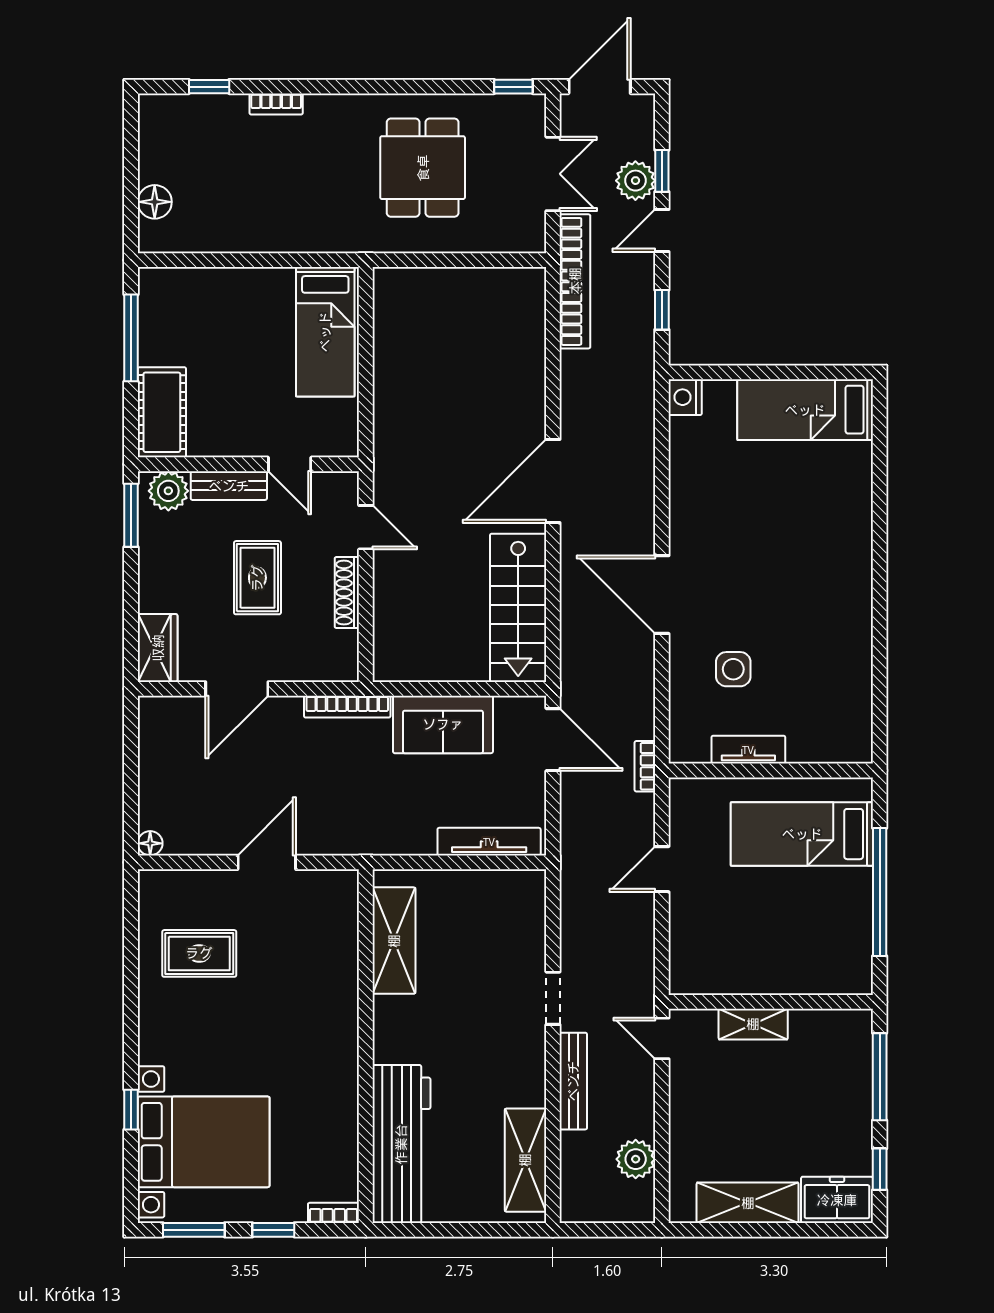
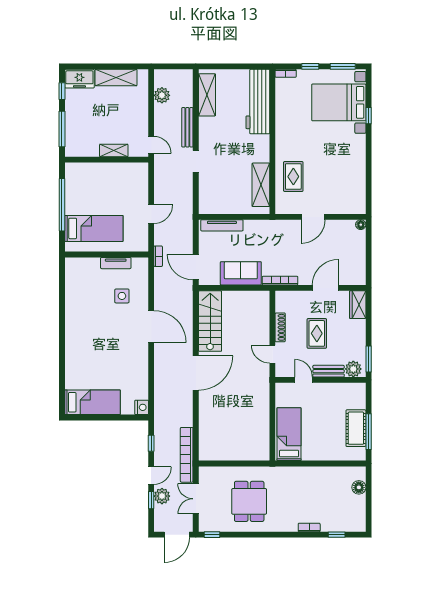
cot: (162, 412) -> (356, 428), moved
rug: (199, 953) -> (293, 177), moved, turned 90

